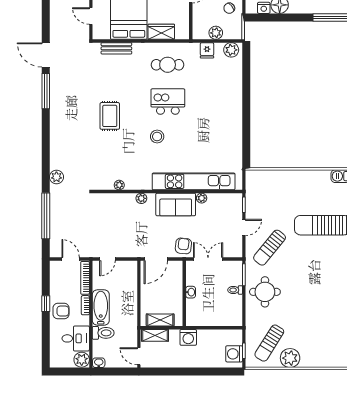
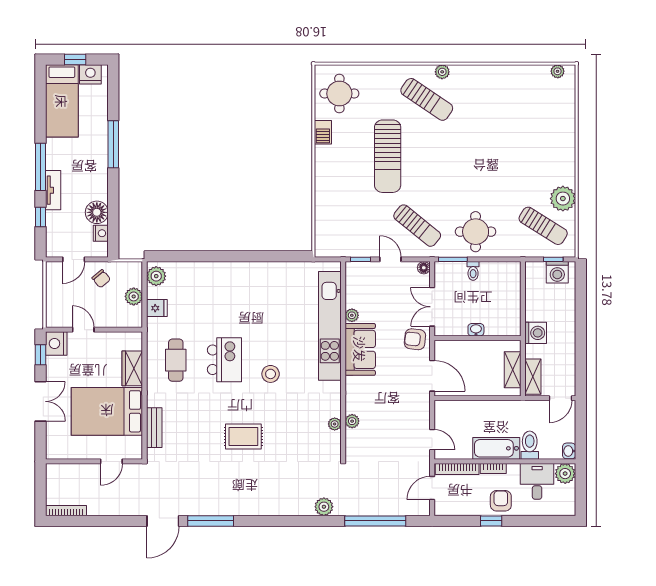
kitchen island: (168, 102) -> (224, 360), turned 180
plant: (141, 198) -> (352, 421), moved
floor lamp: (238, 253) -> (424, 268), added

